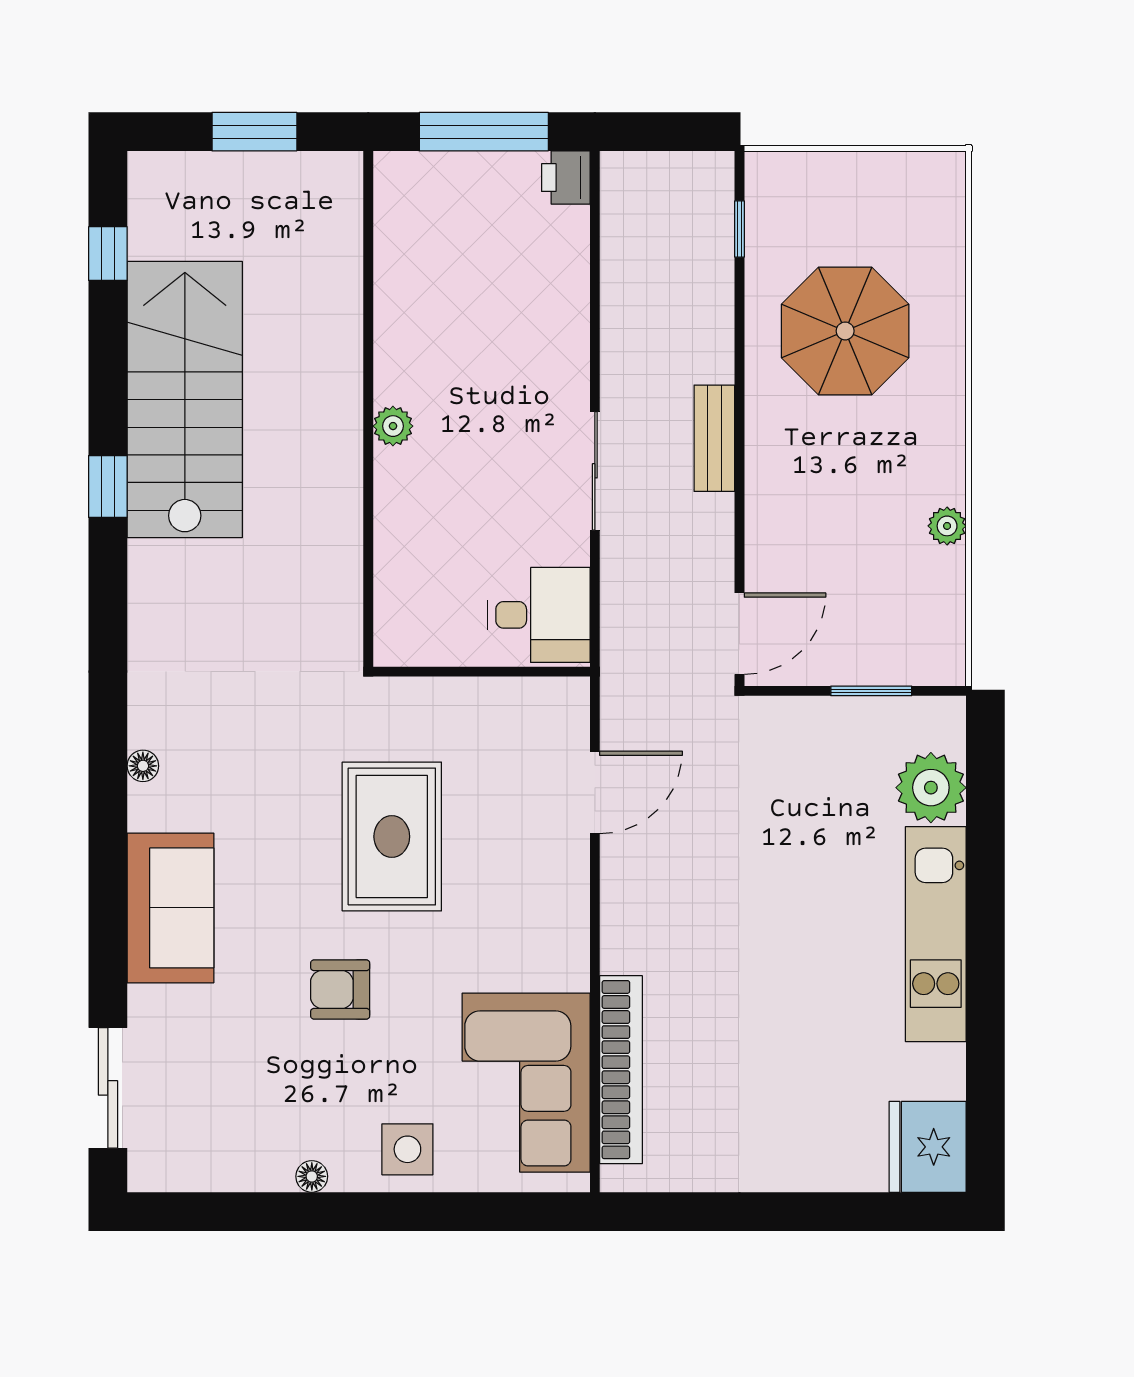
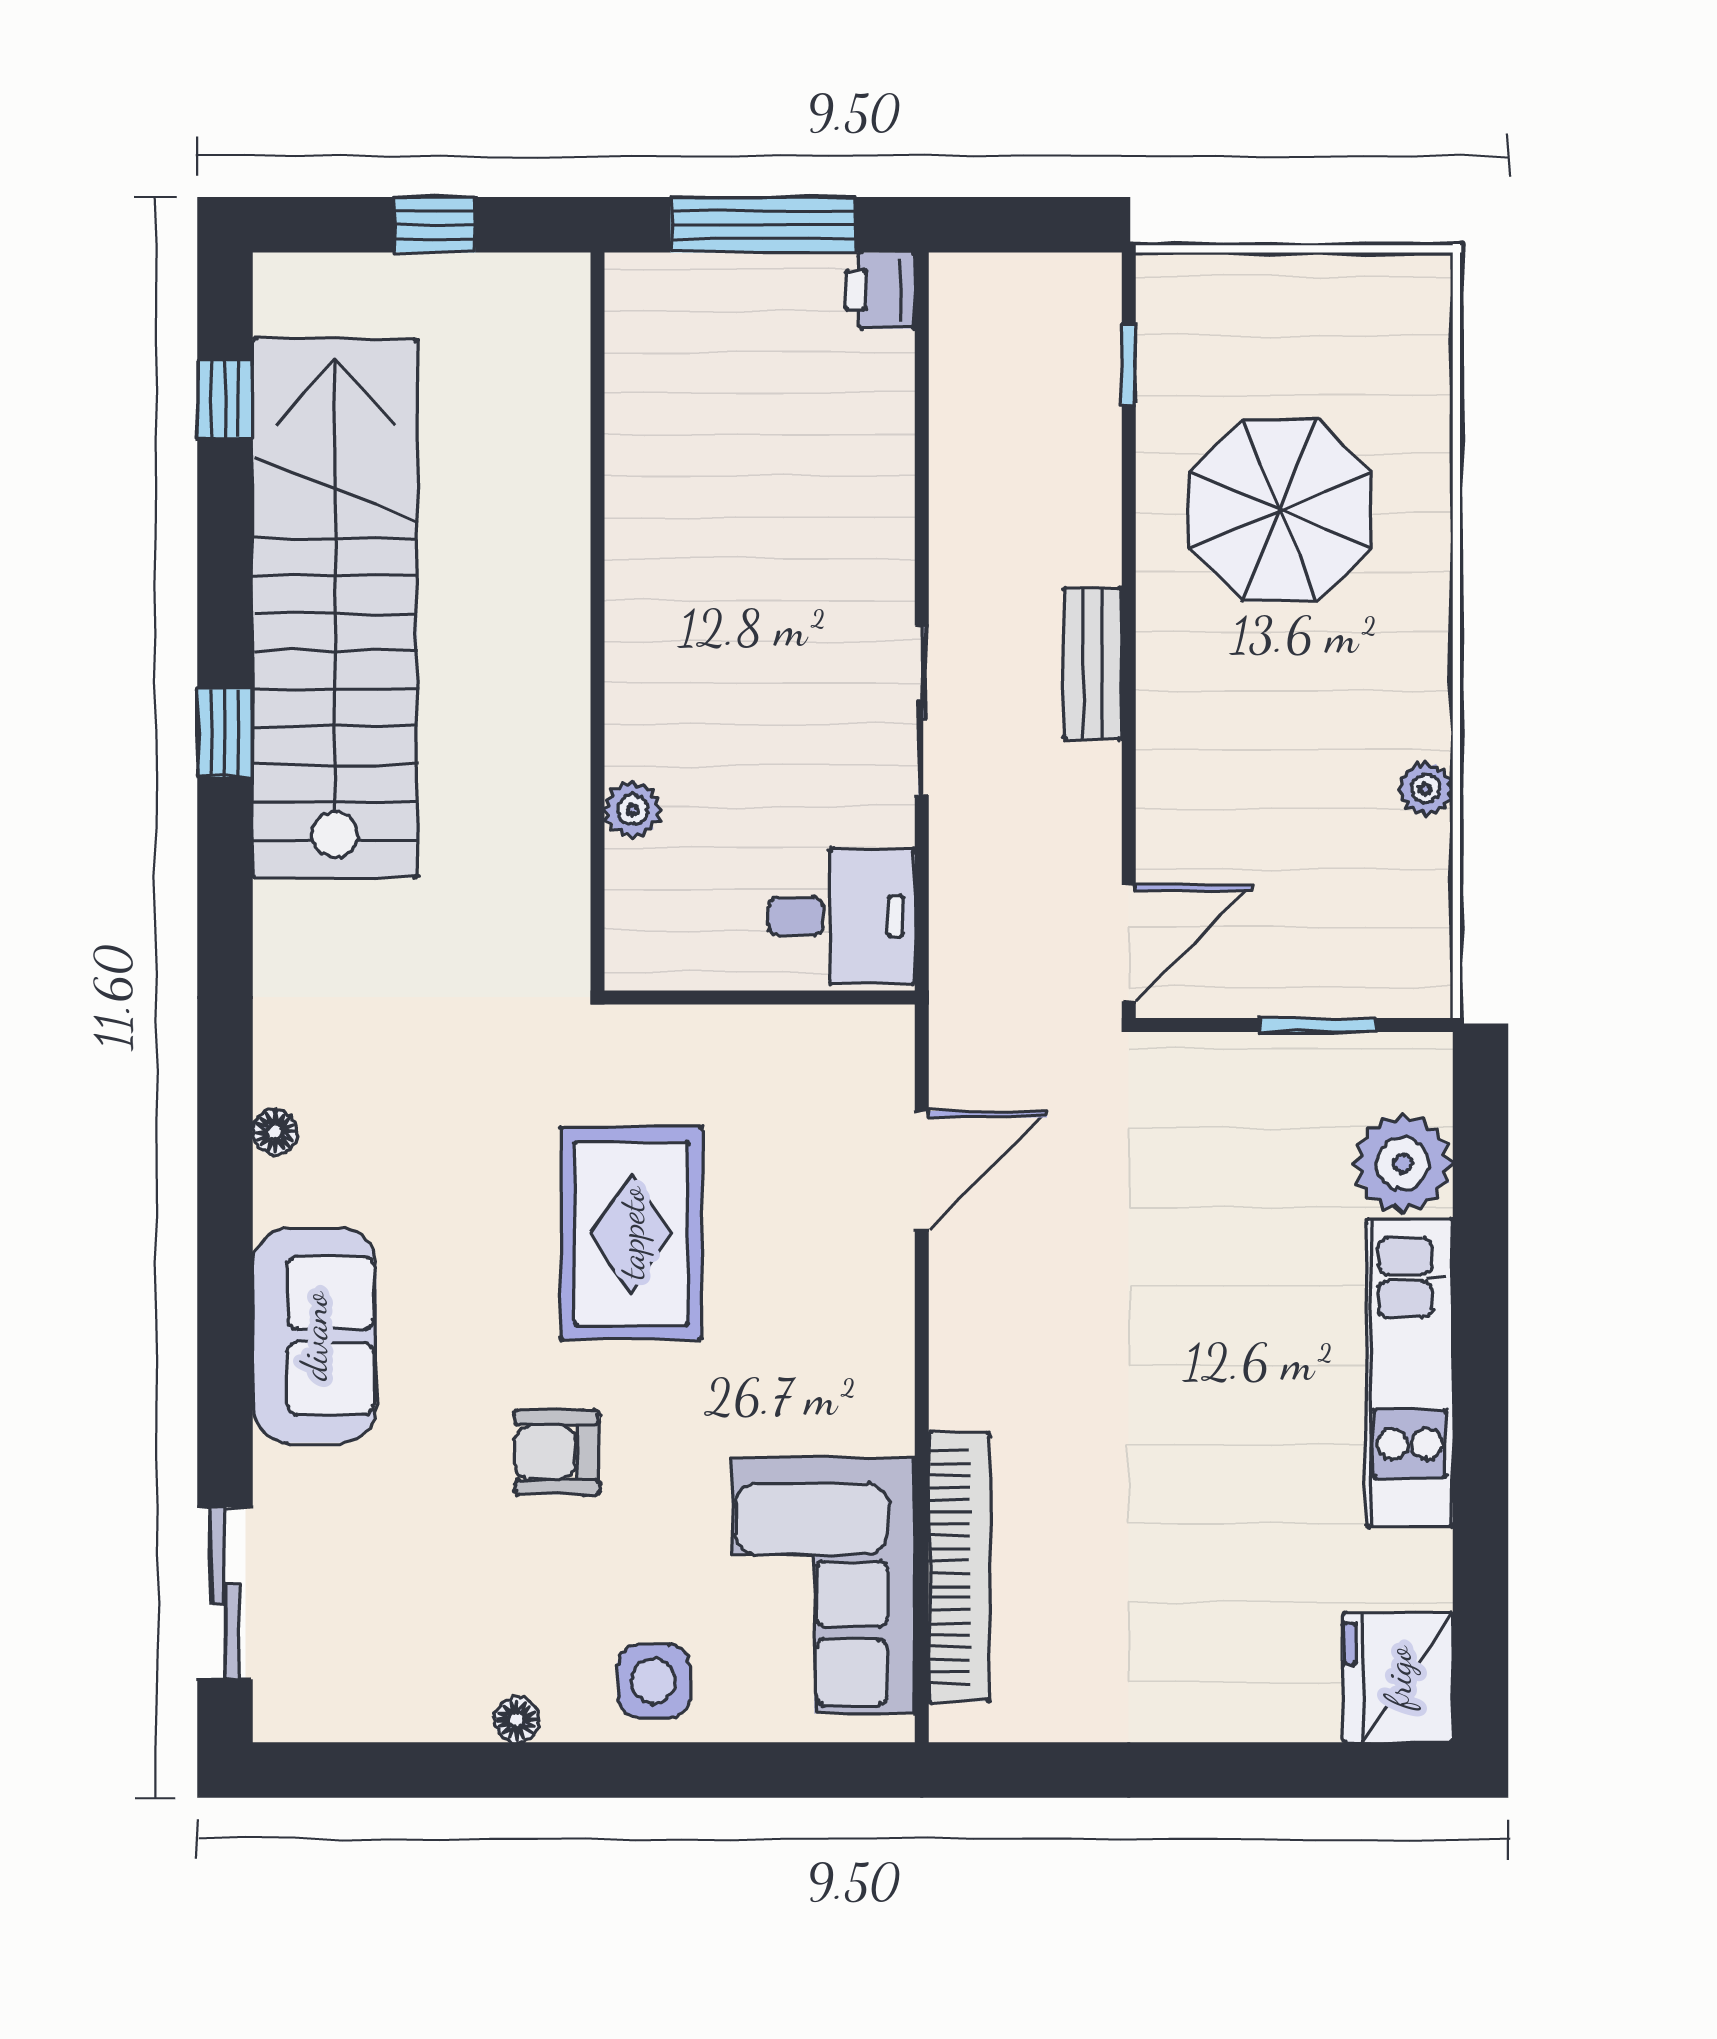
window: (254, 132) -> (435, 225), width x0.67
stairs: (185, 400) -> (335, 608), width x1.36
plant: (393, 426) -> (633, 810), moved

